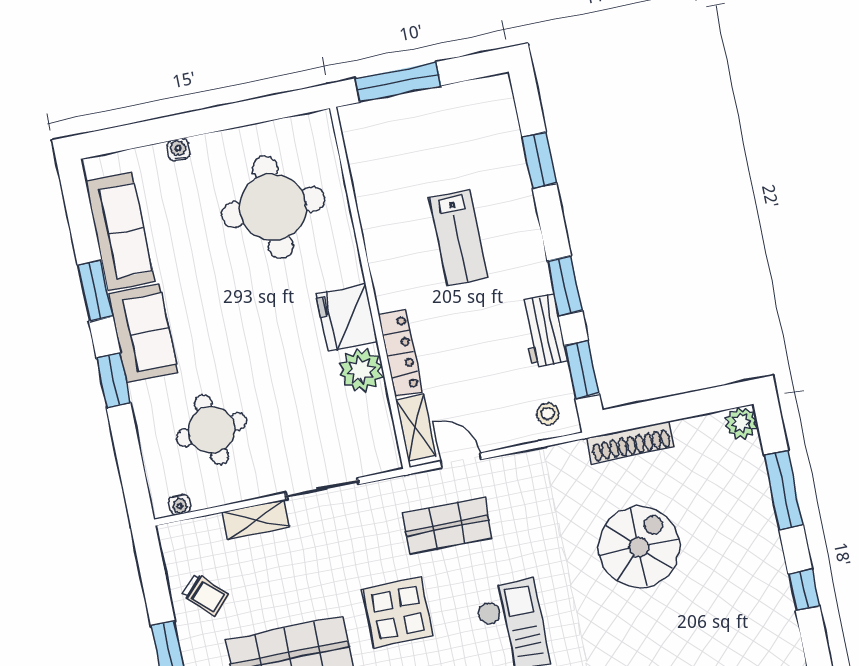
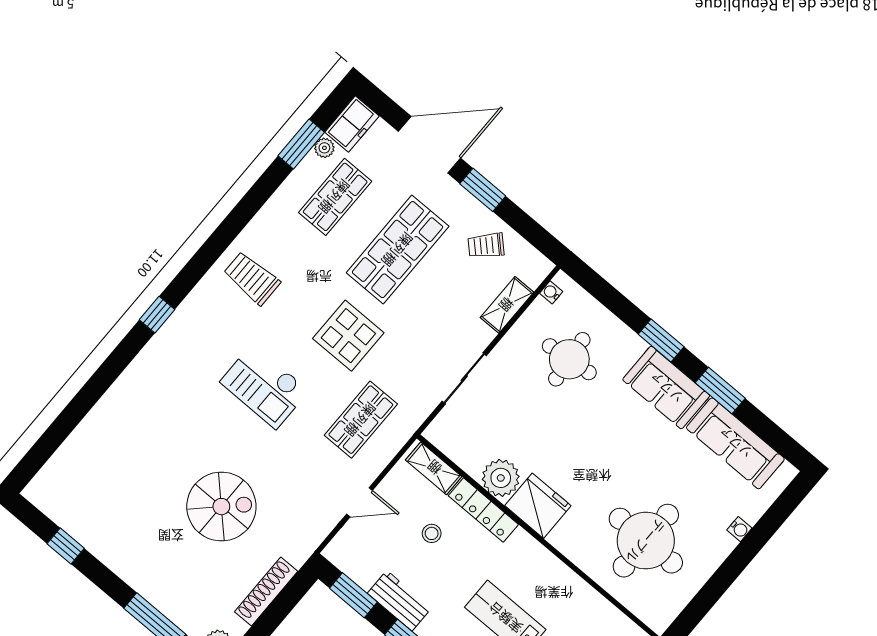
stool: (548, 414) -> (432, 533), moved
shoe rack: (631, 442) -> (266, 592), moved
door: (461, 460) -> (360, 502), moved
shelving: (256, 520) -> (507, 305), moved
spiral stairs: (639, 547) -> (221, 507), turned -90
window: (804, 590) -> (66, 546), moved

